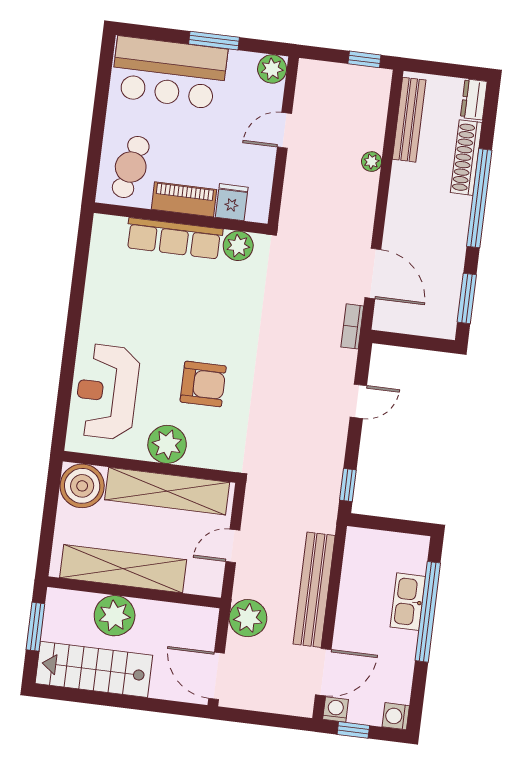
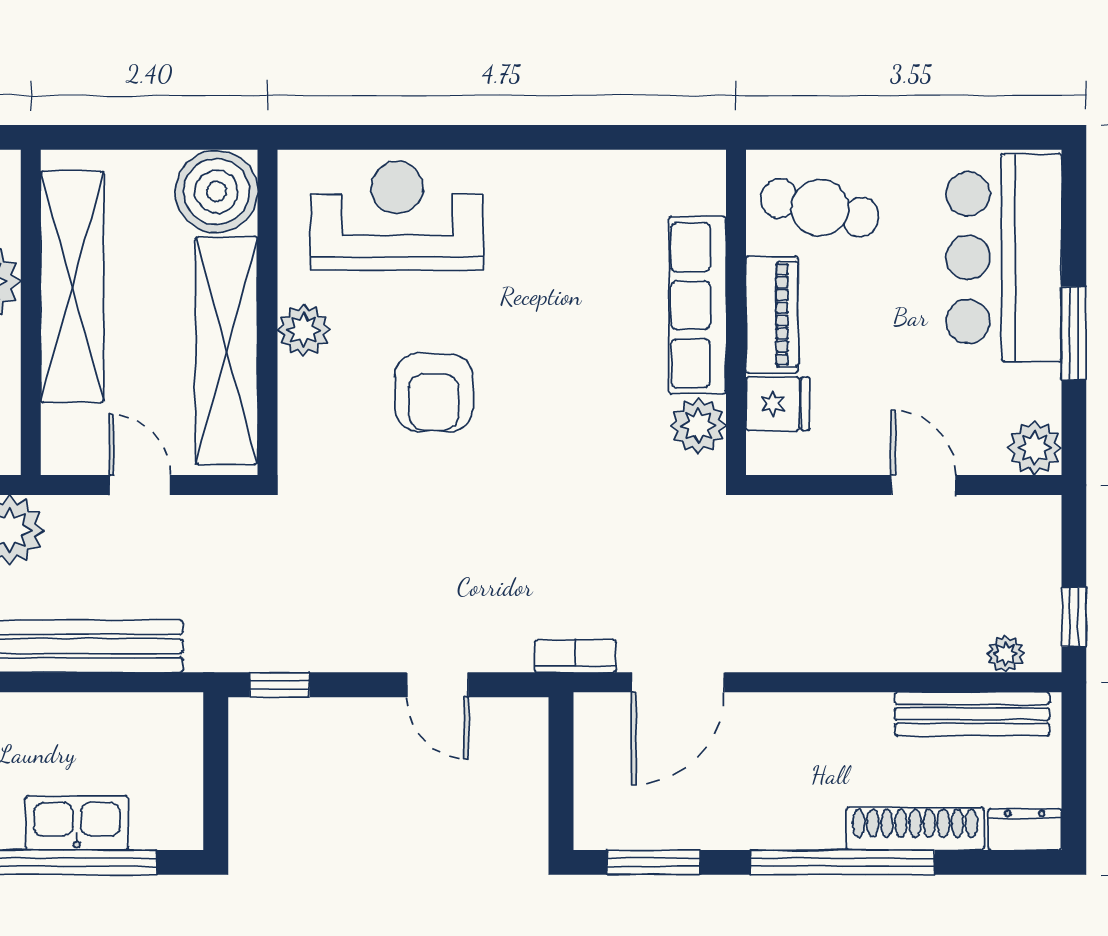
plant: (372, 162) -> (1006, 654), moved
plant: (167, 444) -> (304, 330), width x0.73, depth x0.73

